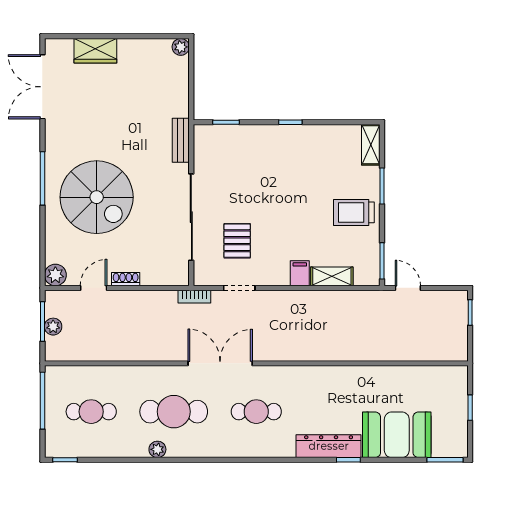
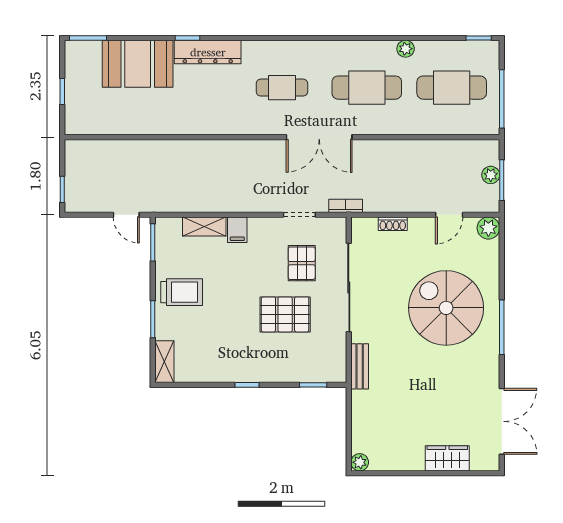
pallet: (253, 191) -> (285, 314), added
shoe rack: (126, 279) -> (393, 224), moved
cafe table: (91, 412) -> (452, 88), width x1.37, depth x1.35
plant: (157, 449) -> (406, 49), moved

